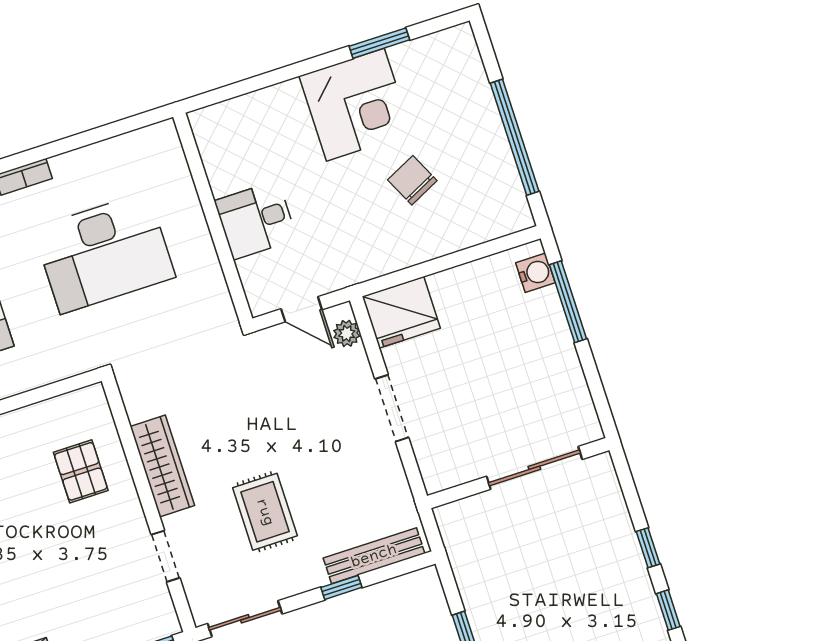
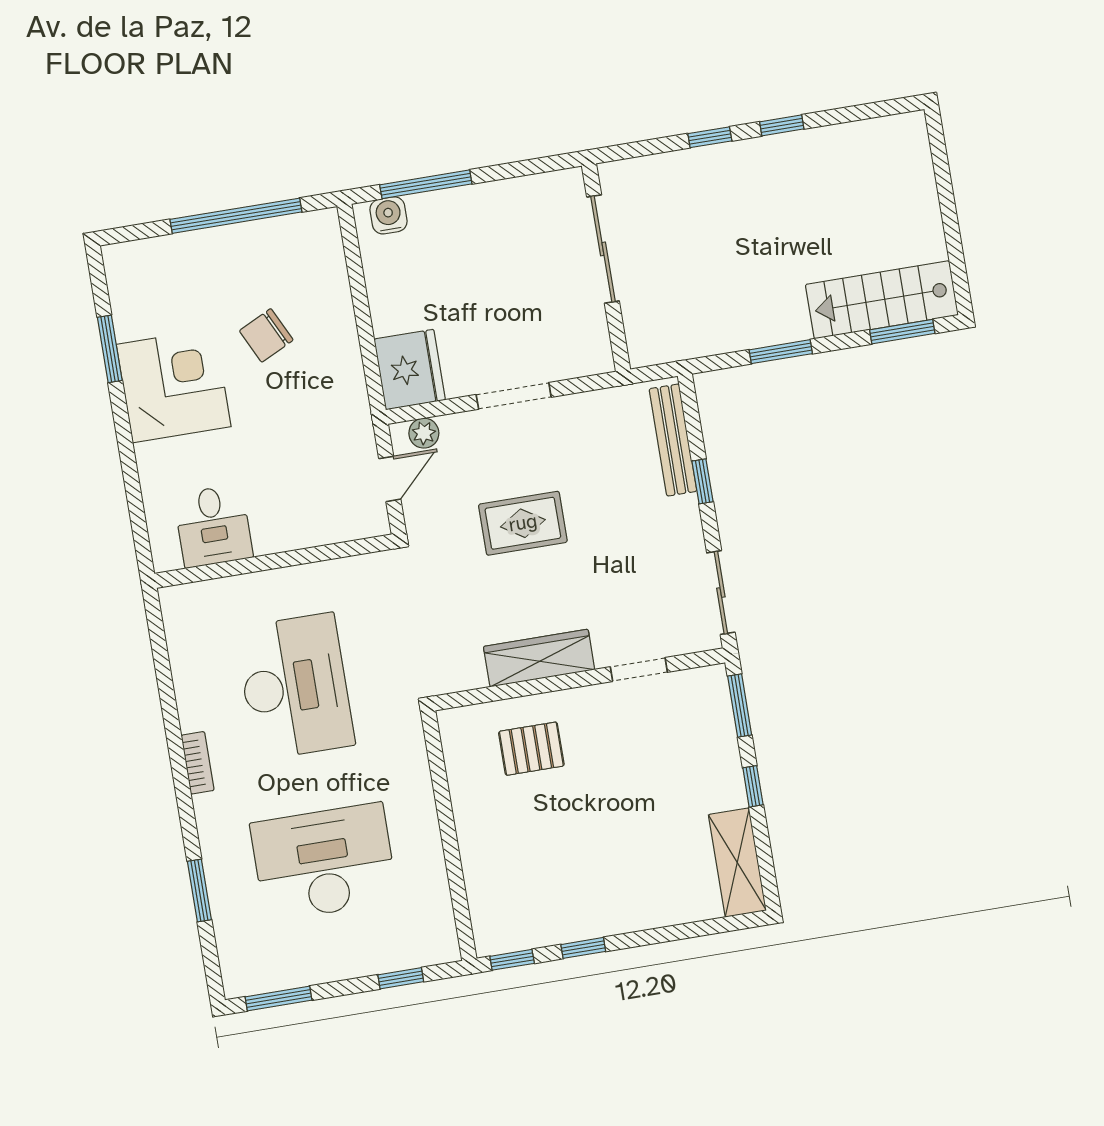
desk: (256, 220) -> (213, 526), moved
rug: (265, 512) -> (523, 523), moved

